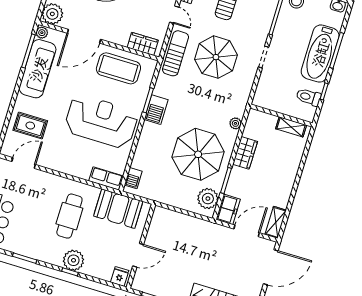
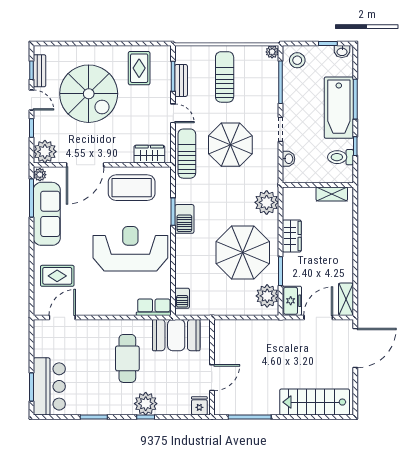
washbasin: (263, 85) -> (288, 159), added
plant: (235, 123) -> (267, 202), width x1.87, depth x1.87

